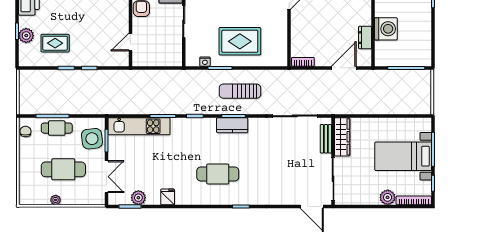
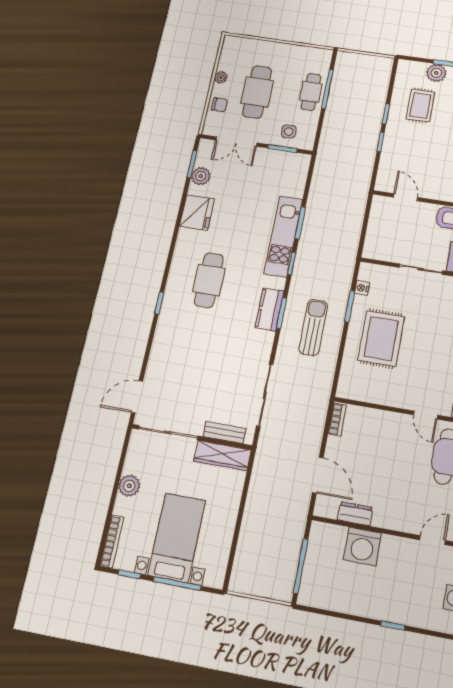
kitchen unit: (139, 126) -> (283, 236), moved
chair: (25, 131) -> (219, 105), moved
side table: (92, 139) -> (289, 131), width x0.54, depth x0.54
fridge: (168, 197) -> (197, 213), width x1.88, depth x1.34
plant: (388, 197) -> (129, 486), moved

